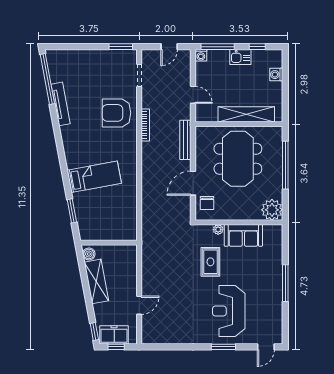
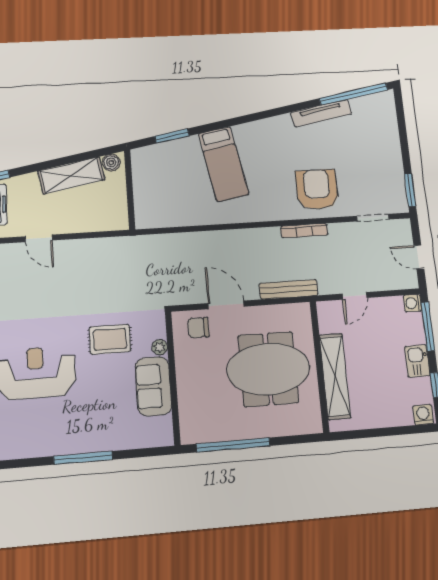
washing machine: (276, 75) -> (423, 415), moved
window: (285, 165) -> (233, 445), moved
plant: (272, 210) -> (196, 427), removed

